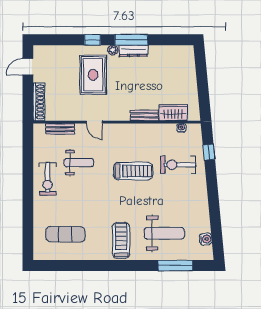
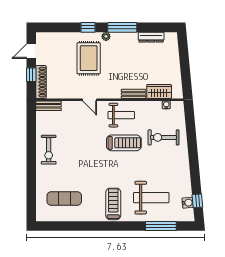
dresser: (133, 51) -> (151, 37), moved
window: (28, 94) -> (31, 75), added
bench: (60, 129) -> (49, 106), moved
window: (209, 152) -> (197, 201), moved
weight bench: (79, 163) -> (121, 115), moved

